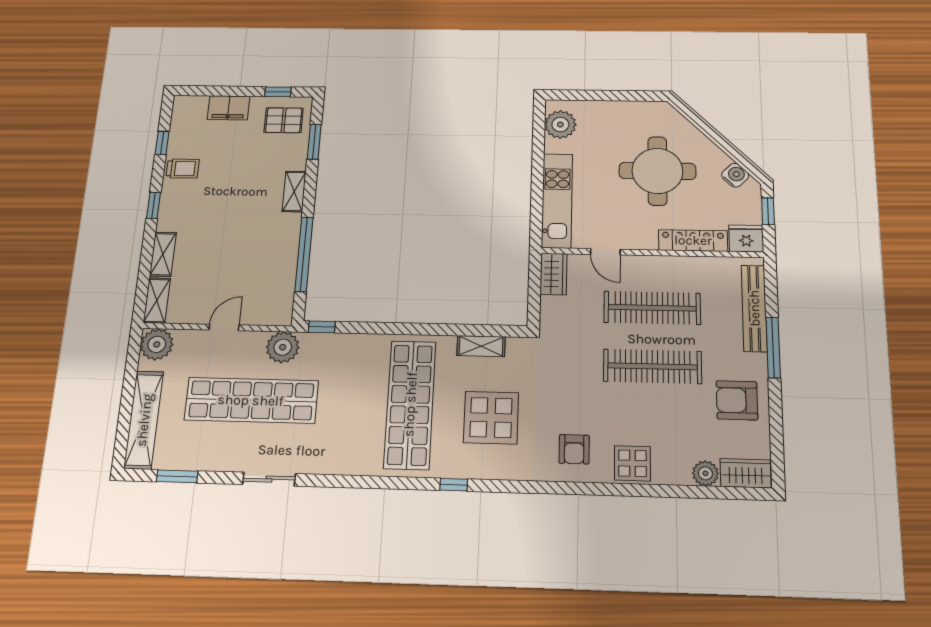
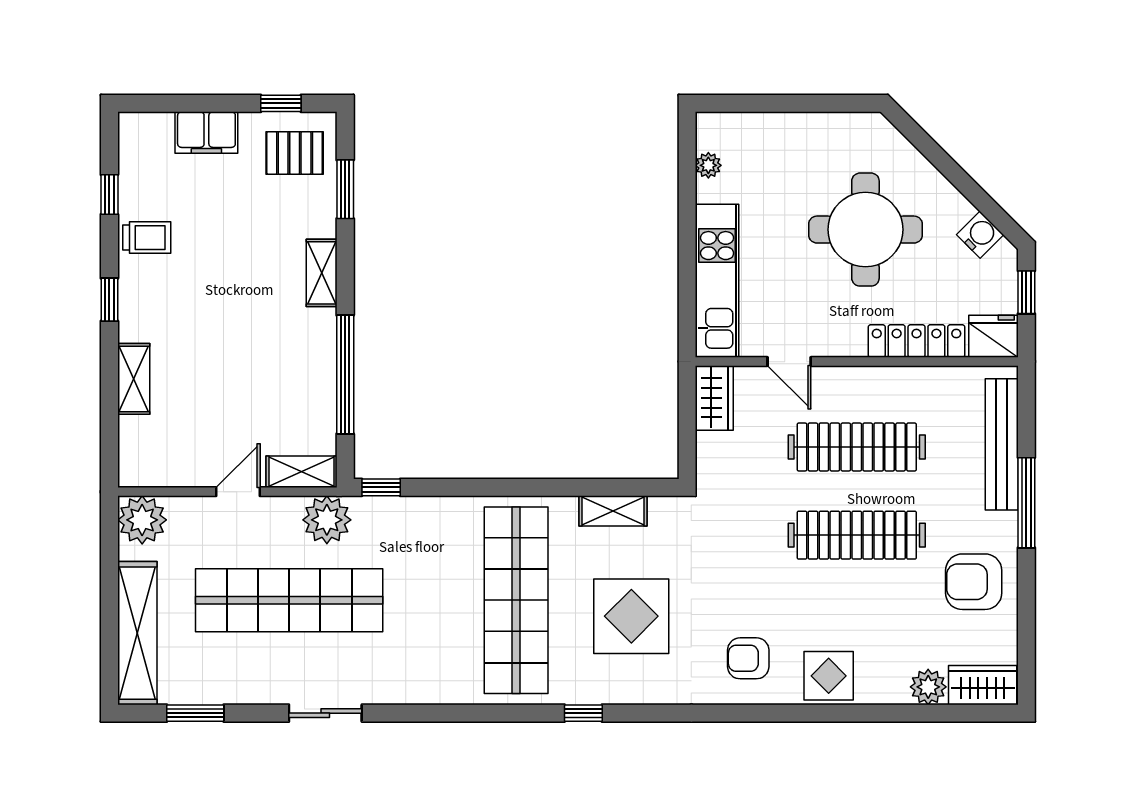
plant: (560, 125) -> (708, 165), width x0.53, depth x0.53
shelving: (157, 301) -> (302, 472), moved, turned 90
armchair: (574, 449) -> (748, 658), turned 90

